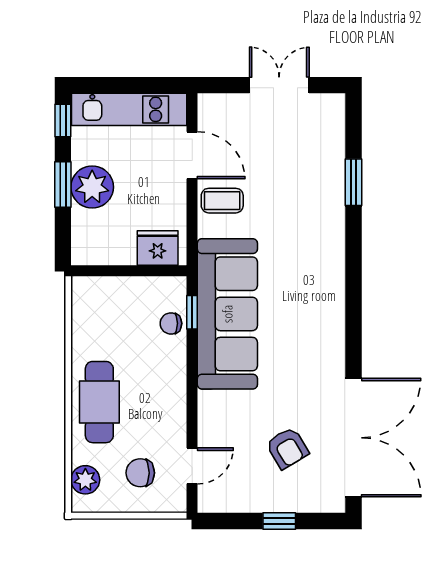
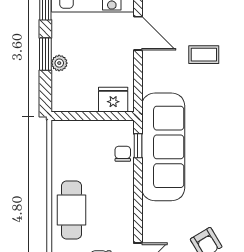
plant: (92, 187) -> (59, 63), width x0.53, depth x0.53
coffee table: (222, 201) -> (204, 55), moved
chair: (171, 323) -> (123, 154), turned 90

